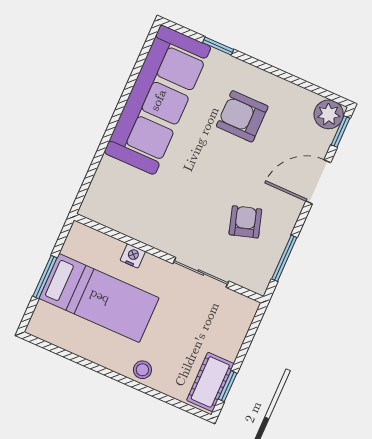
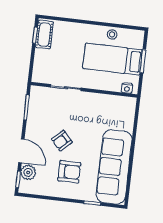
plant: (329, 114) -> (28, 172), moved
door: (318, 182) -> (21, 151), hinge flipped
armchair: (245, 222) -> (62, 141), moved, turned 64
nightstand: (133, 256) -> (127, 88), moved
stool: (142, 370) -> (112, 34), moved

